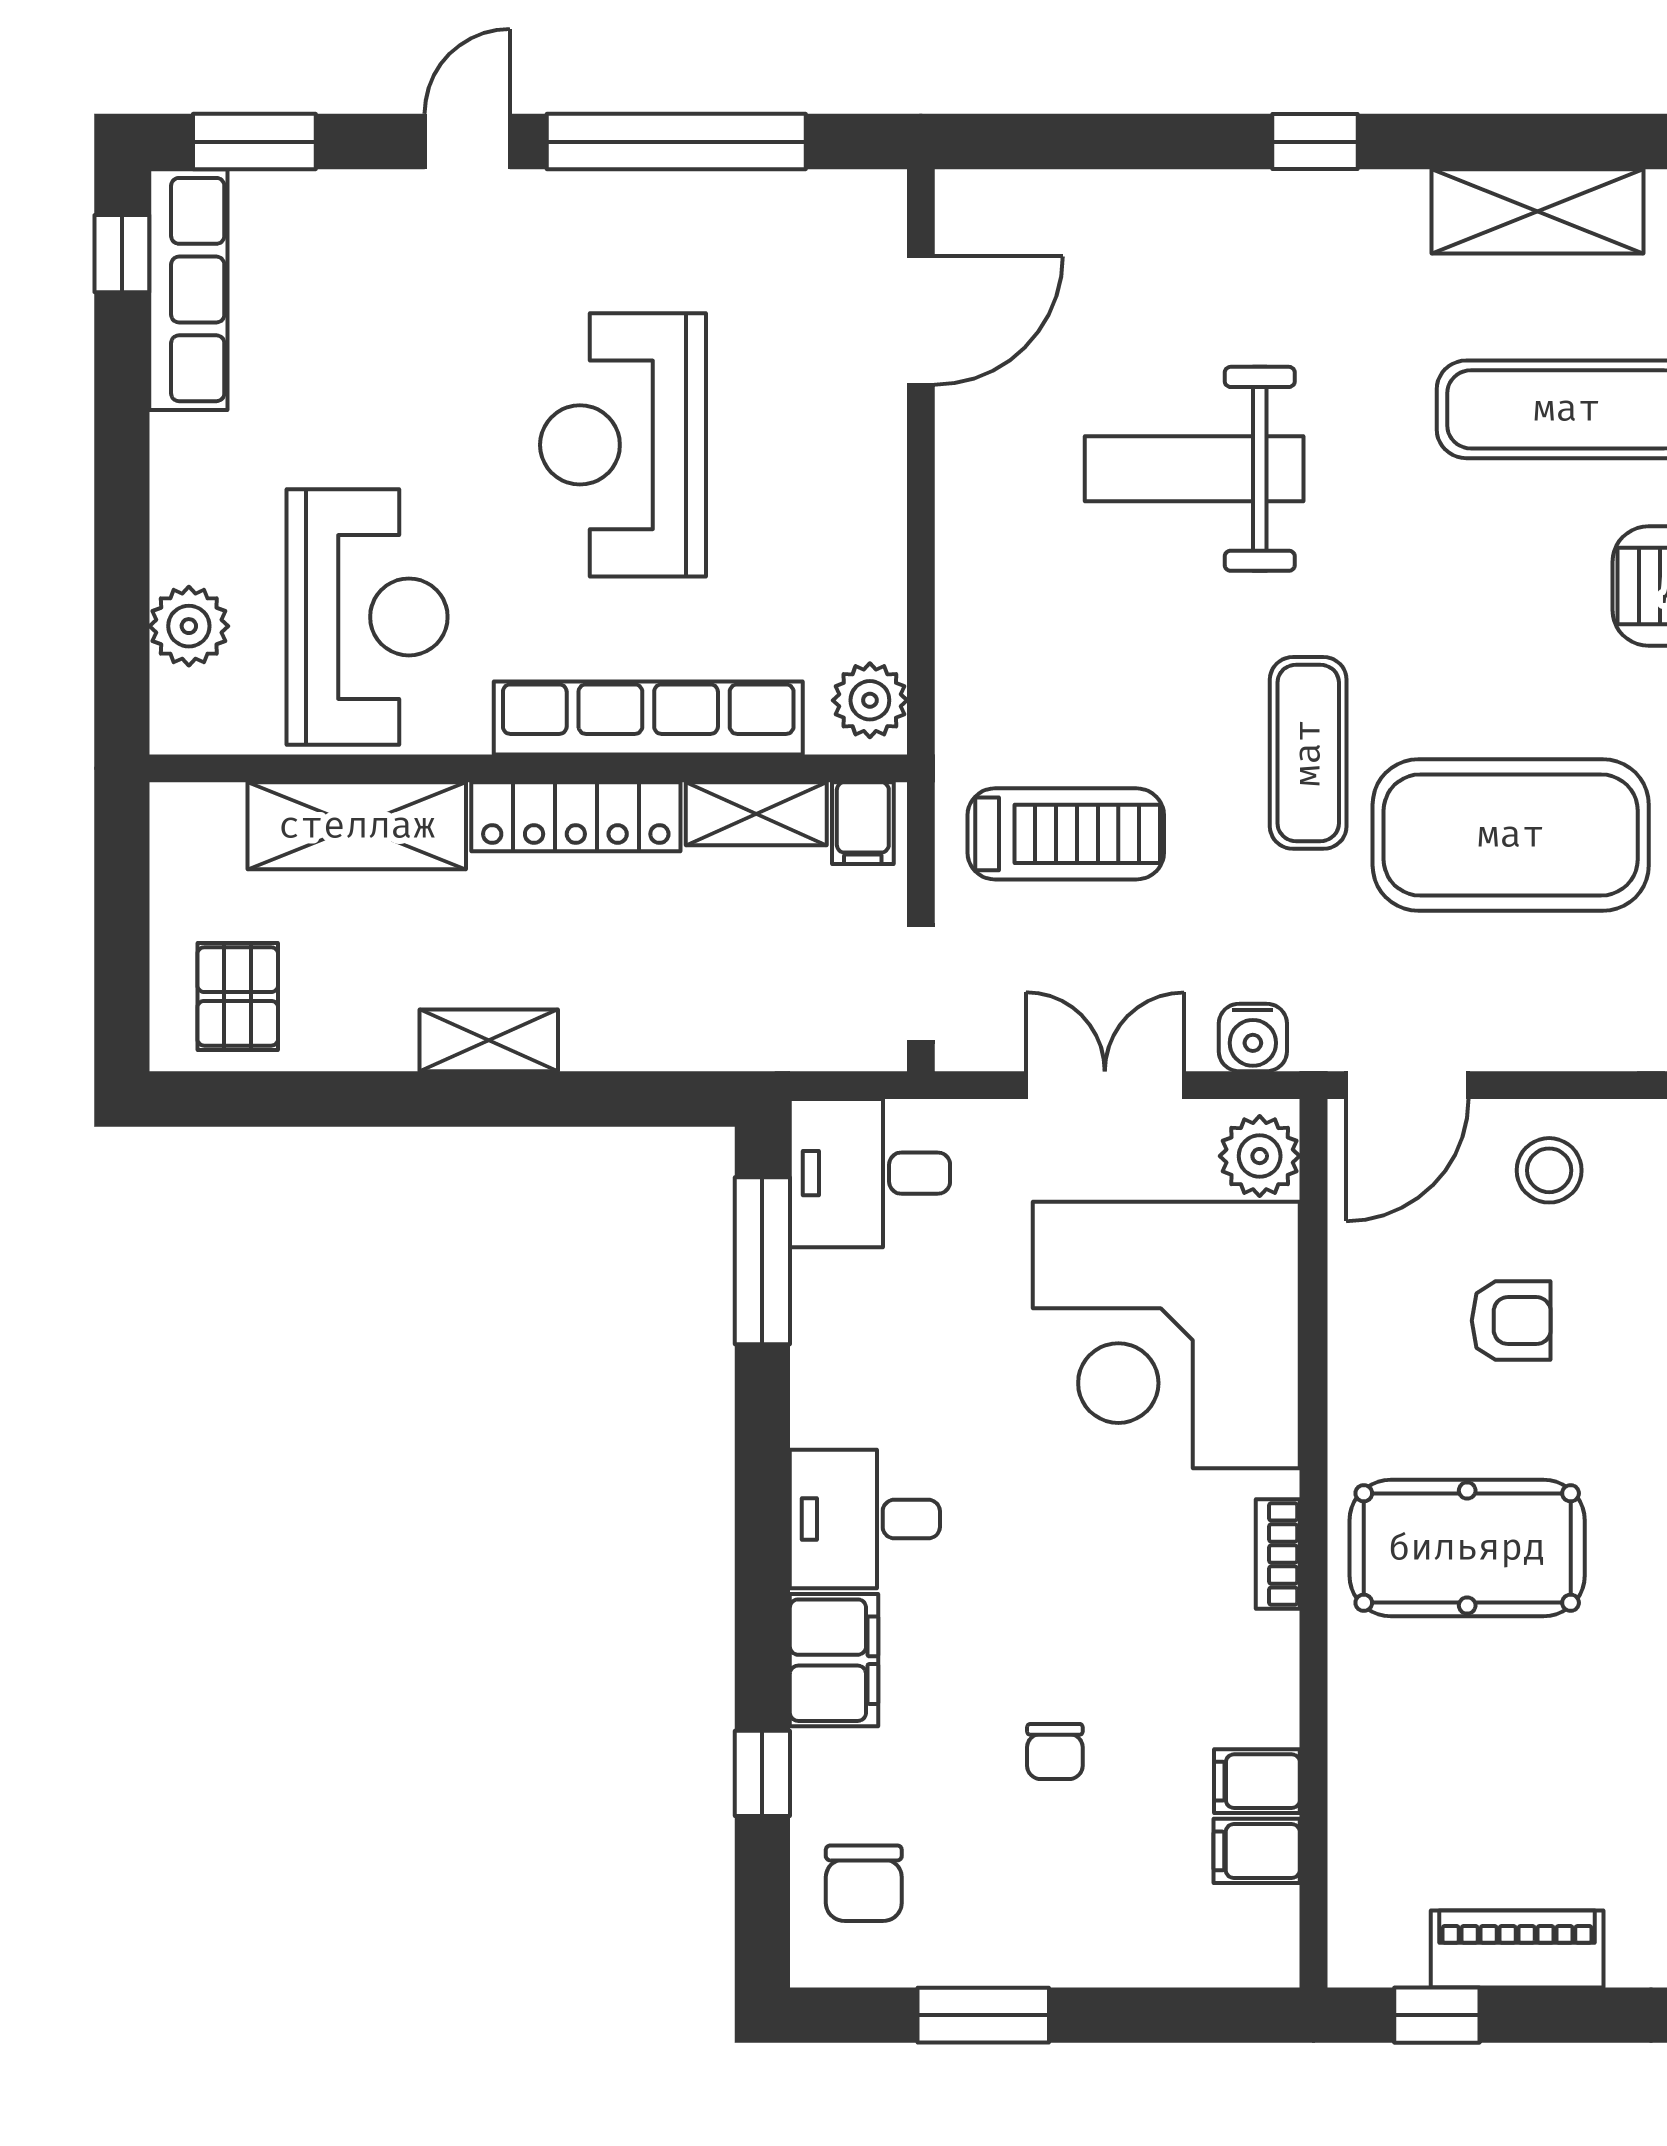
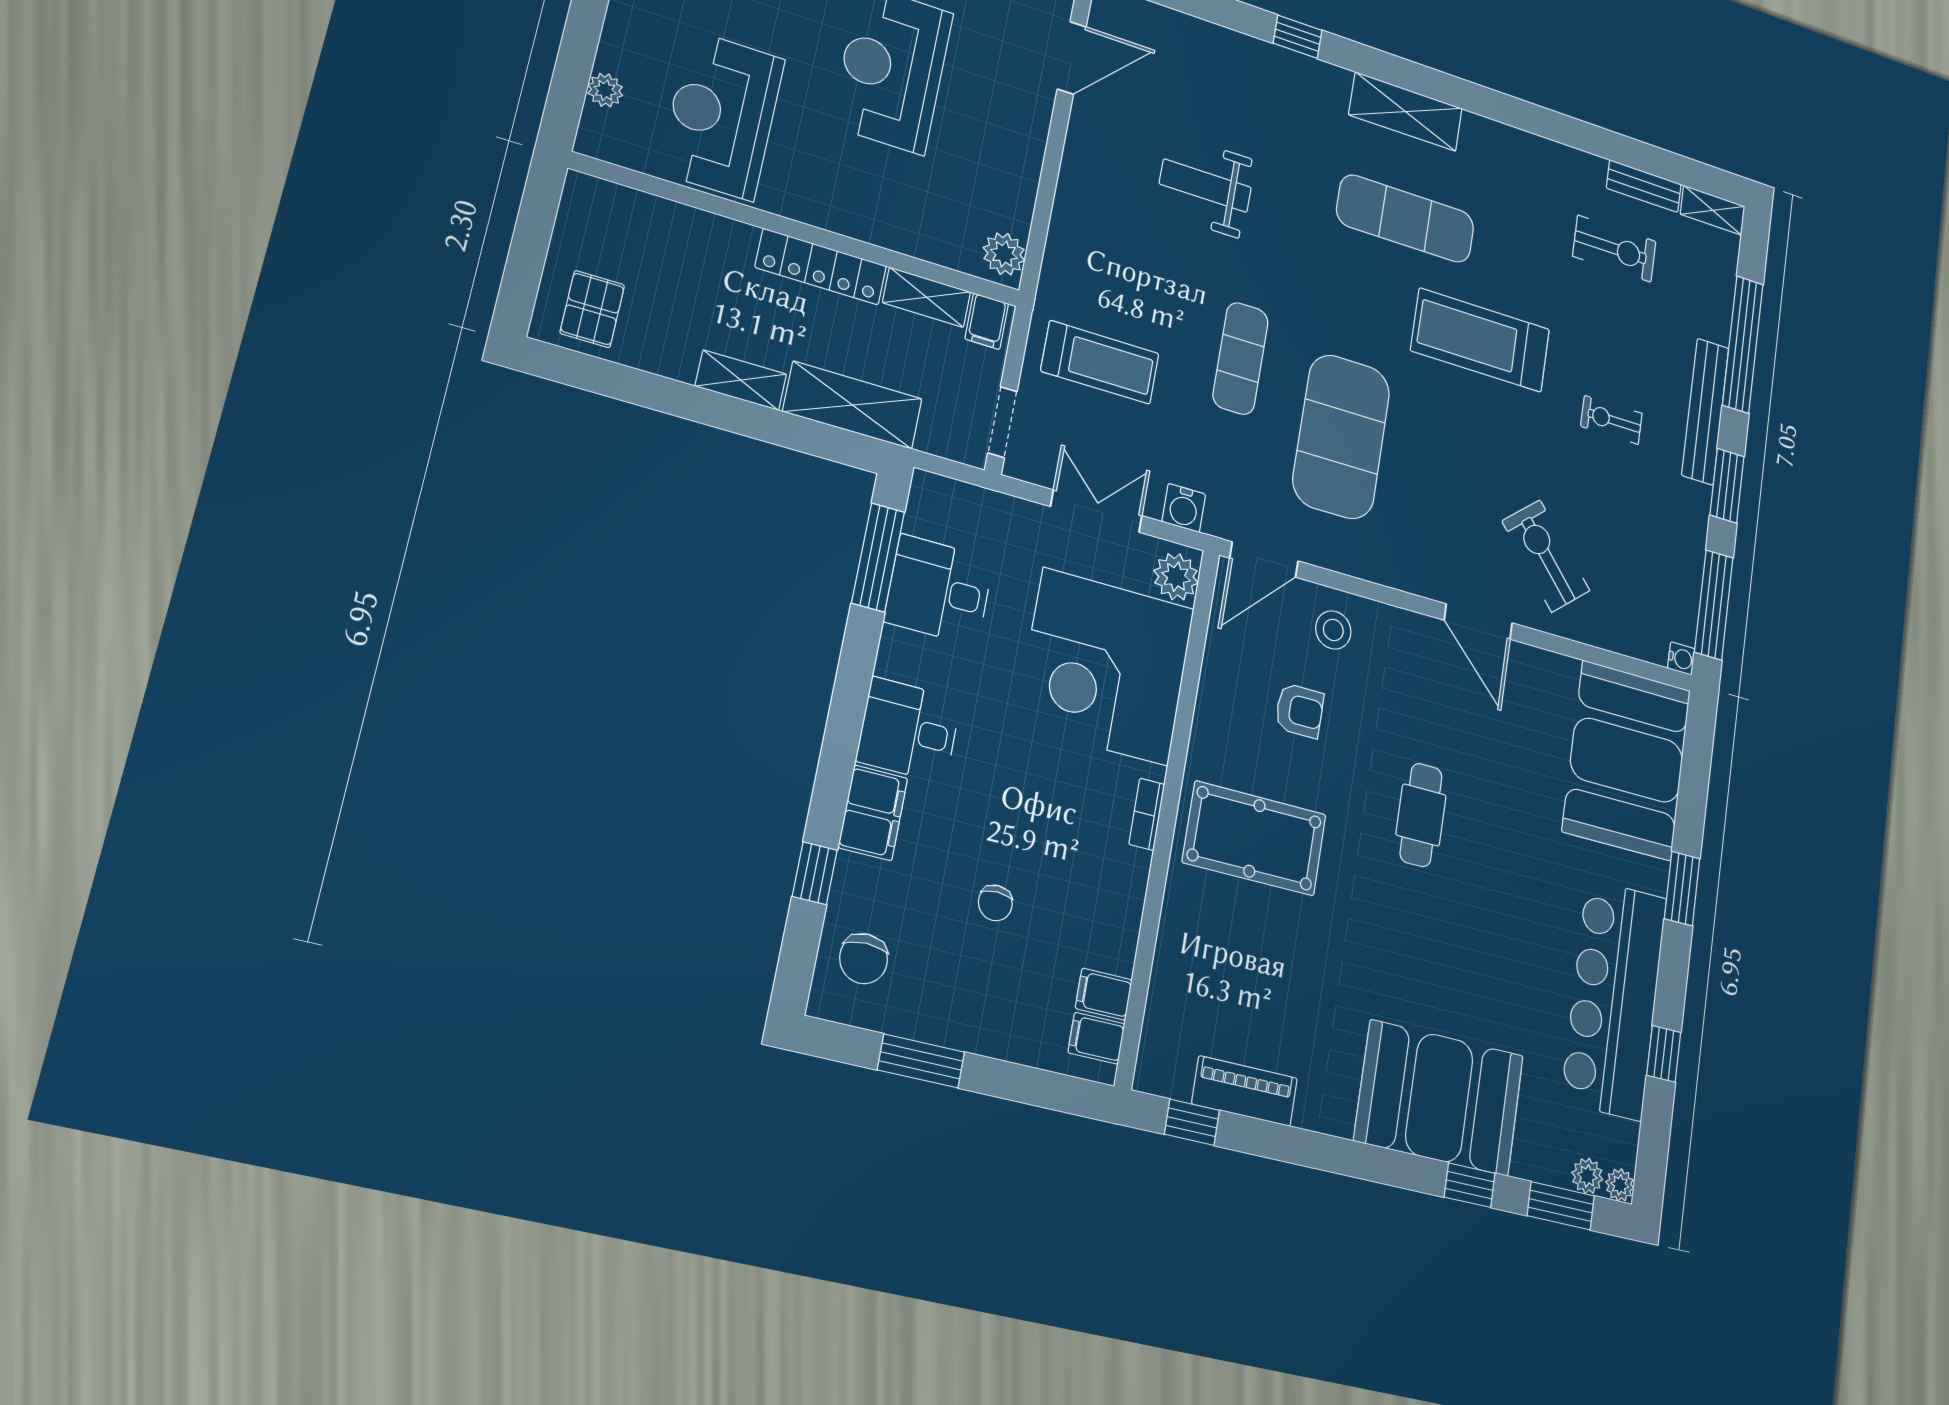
weight bench: (1194, 469) -> (1205, 186), width x0.73, depth x0.75
reception desk: (367, 617) -> (722, 115), turned 180
plant: (189, 626) -> (605, 90), width x0.73, depth x0.73
row of seats: (648, 718) -> (875, 224), removed
shelving: (357, 826) -> (853, 405), moved
exercise mat: (1511, 835) -> (1341, 437), turned 90
desk: (870, 1173) -> (939, 590), moved
filing cabinet: (1257, 1781) -> (1096, 1038), moved

